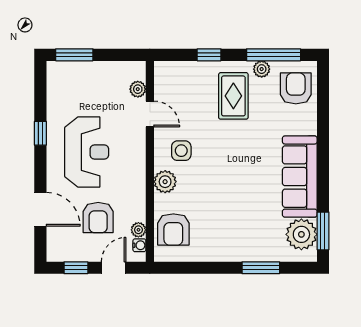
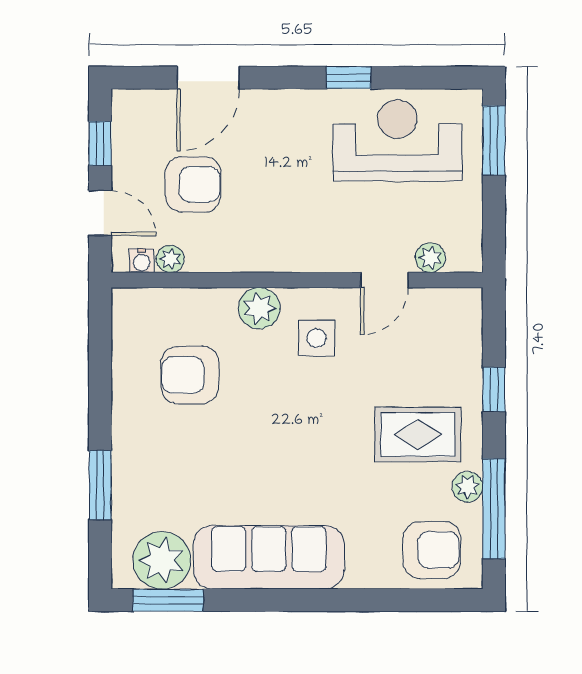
reception desk: (87, 152) -> (397, 140), moved, turned 180
armchair: (98, 218) -> (193, 184), turned 180
armchair: (173, 229) -> (190, 375), moved

